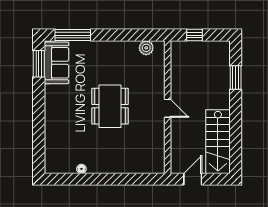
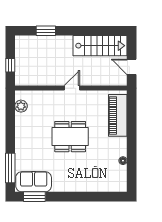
piano: (135, 163) -> (118, 115), added

